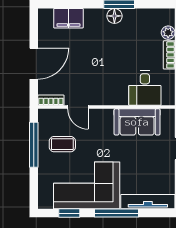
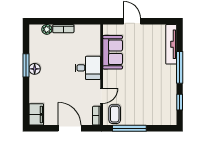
filing cabinet: (68, 18) -> (36, 114), moved
desk: (145, 88) -> (88, 68), moved
coffee table: (62, 144) -> (115, 114), moved
corner sofa: (87, 185) -> (159, 89), removed

